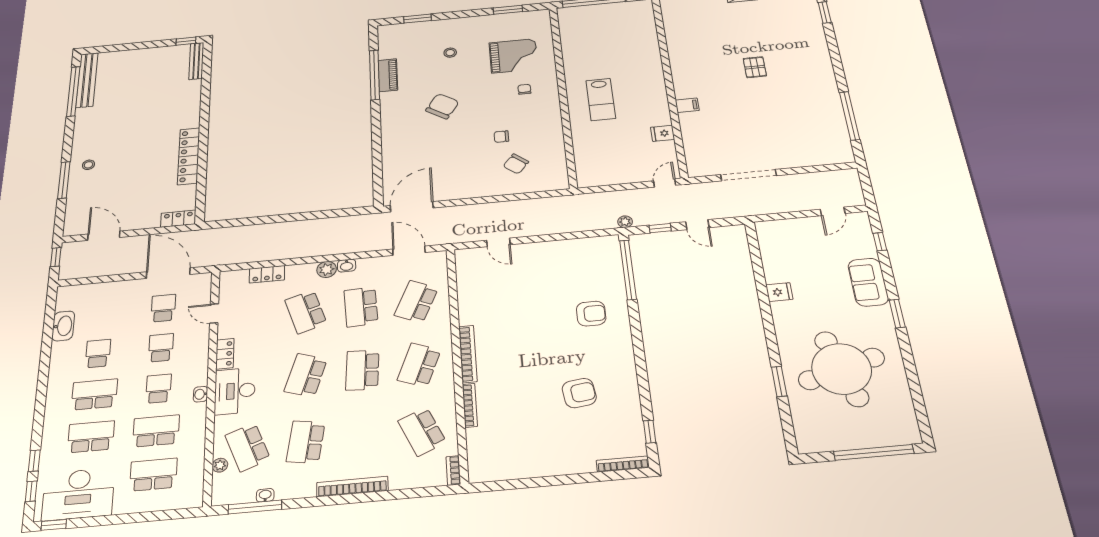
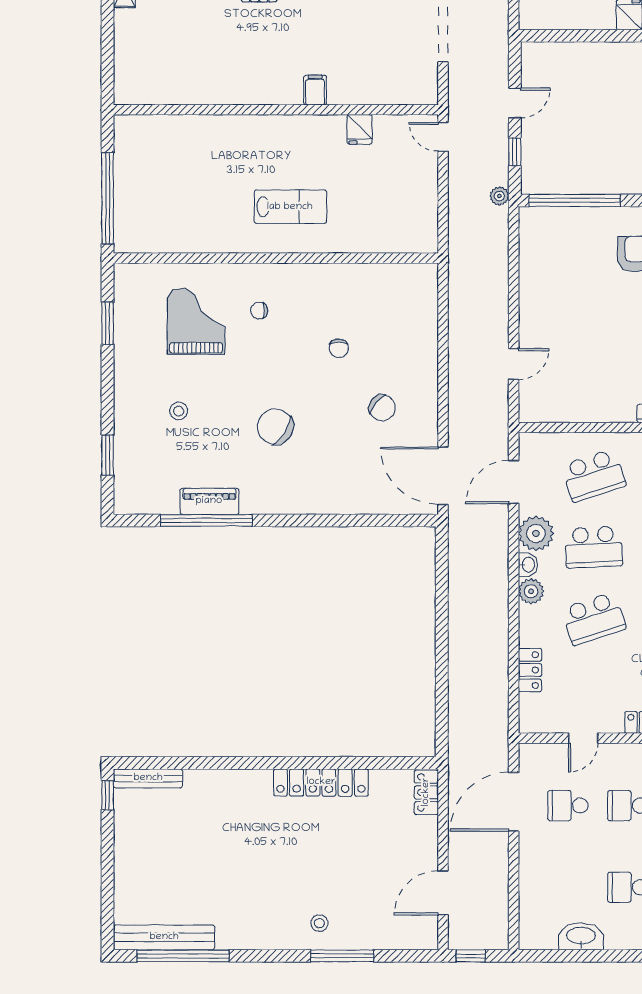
chair: (516, 164) -> (382, 408), moved
plant: (370, 268) -> (536, 533), added
school desk: (416, 302) -> (594, 475), turned -42

